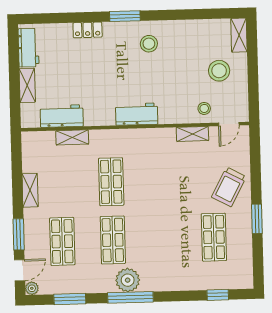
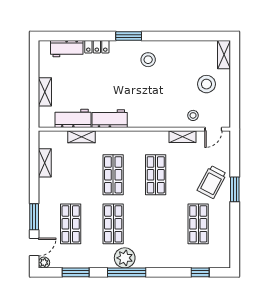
workbench: (28, 48) -> (67, 49), moved, turned 90
workbench: (137, 114) -> (110, 119), moved
shop shelf: (162, 180) -> (156, 175), added
shelving: (30, 190) -> (45, 163), moved
window: (257, 219) -> (235, 189), moved

